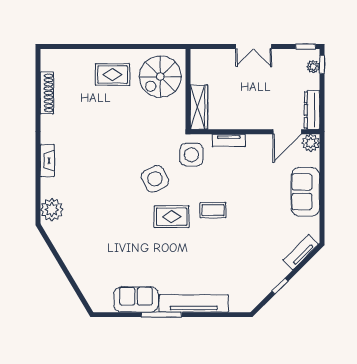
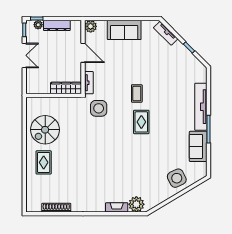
double door: (254, 47) -> (24, 55), moved
spiral stairs: (160, 77) -> (45, 130), turned 90
wall: (188, 89) -> (54, 96), moved
wardrobe: (199, 107) -> (66, 88), moved
dresser: (312, 110) -> (57, 25), moved
door: (287, 132) -> (83, 53), moved
fireplace: (47, 161) -> (117, 207), moved
side table: (155, 179) -> (177, 178), moved

